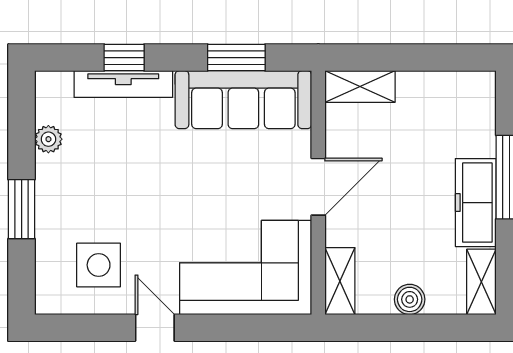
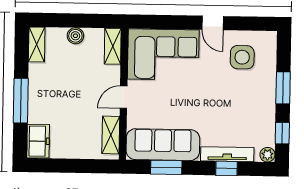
shelving: (360, 87) -> (111, 135), moved, turned 90
window: (22, 125) -> (282, 133), added
plant: (48, 139) -> (267, 155), moved
door: (318, 187) -> (124, 97), width x0.73
freezer: (476, 203) -> (38, 141), moved, width x0.71

